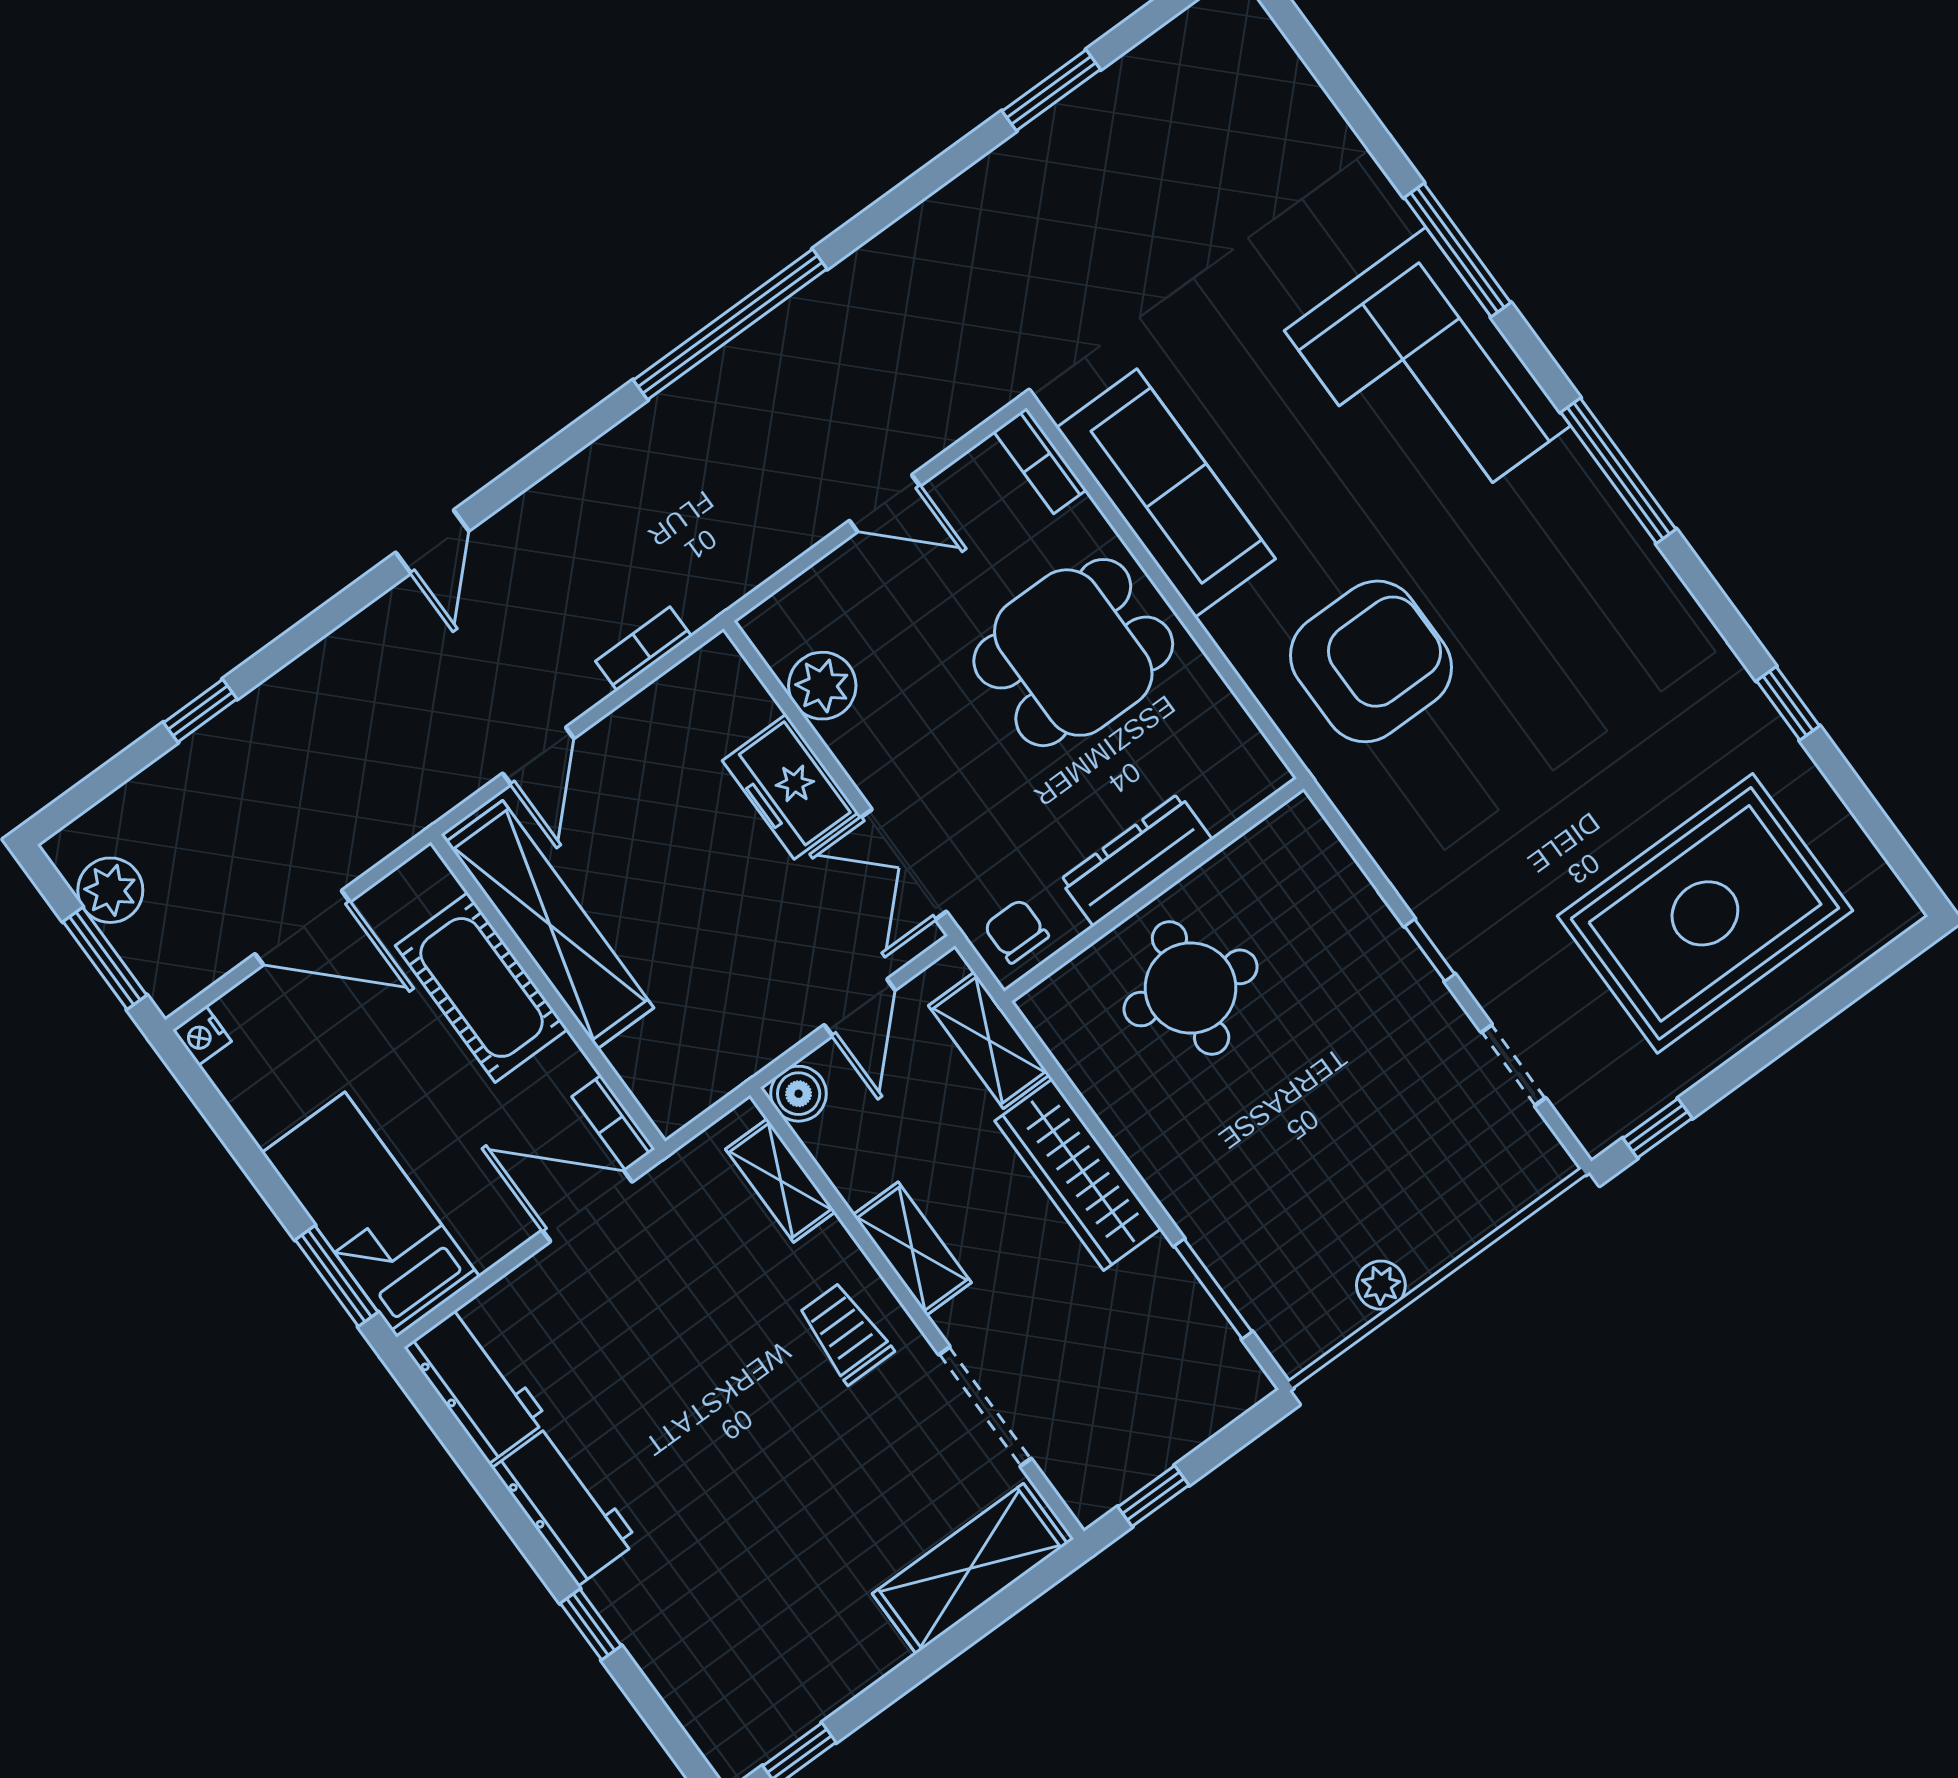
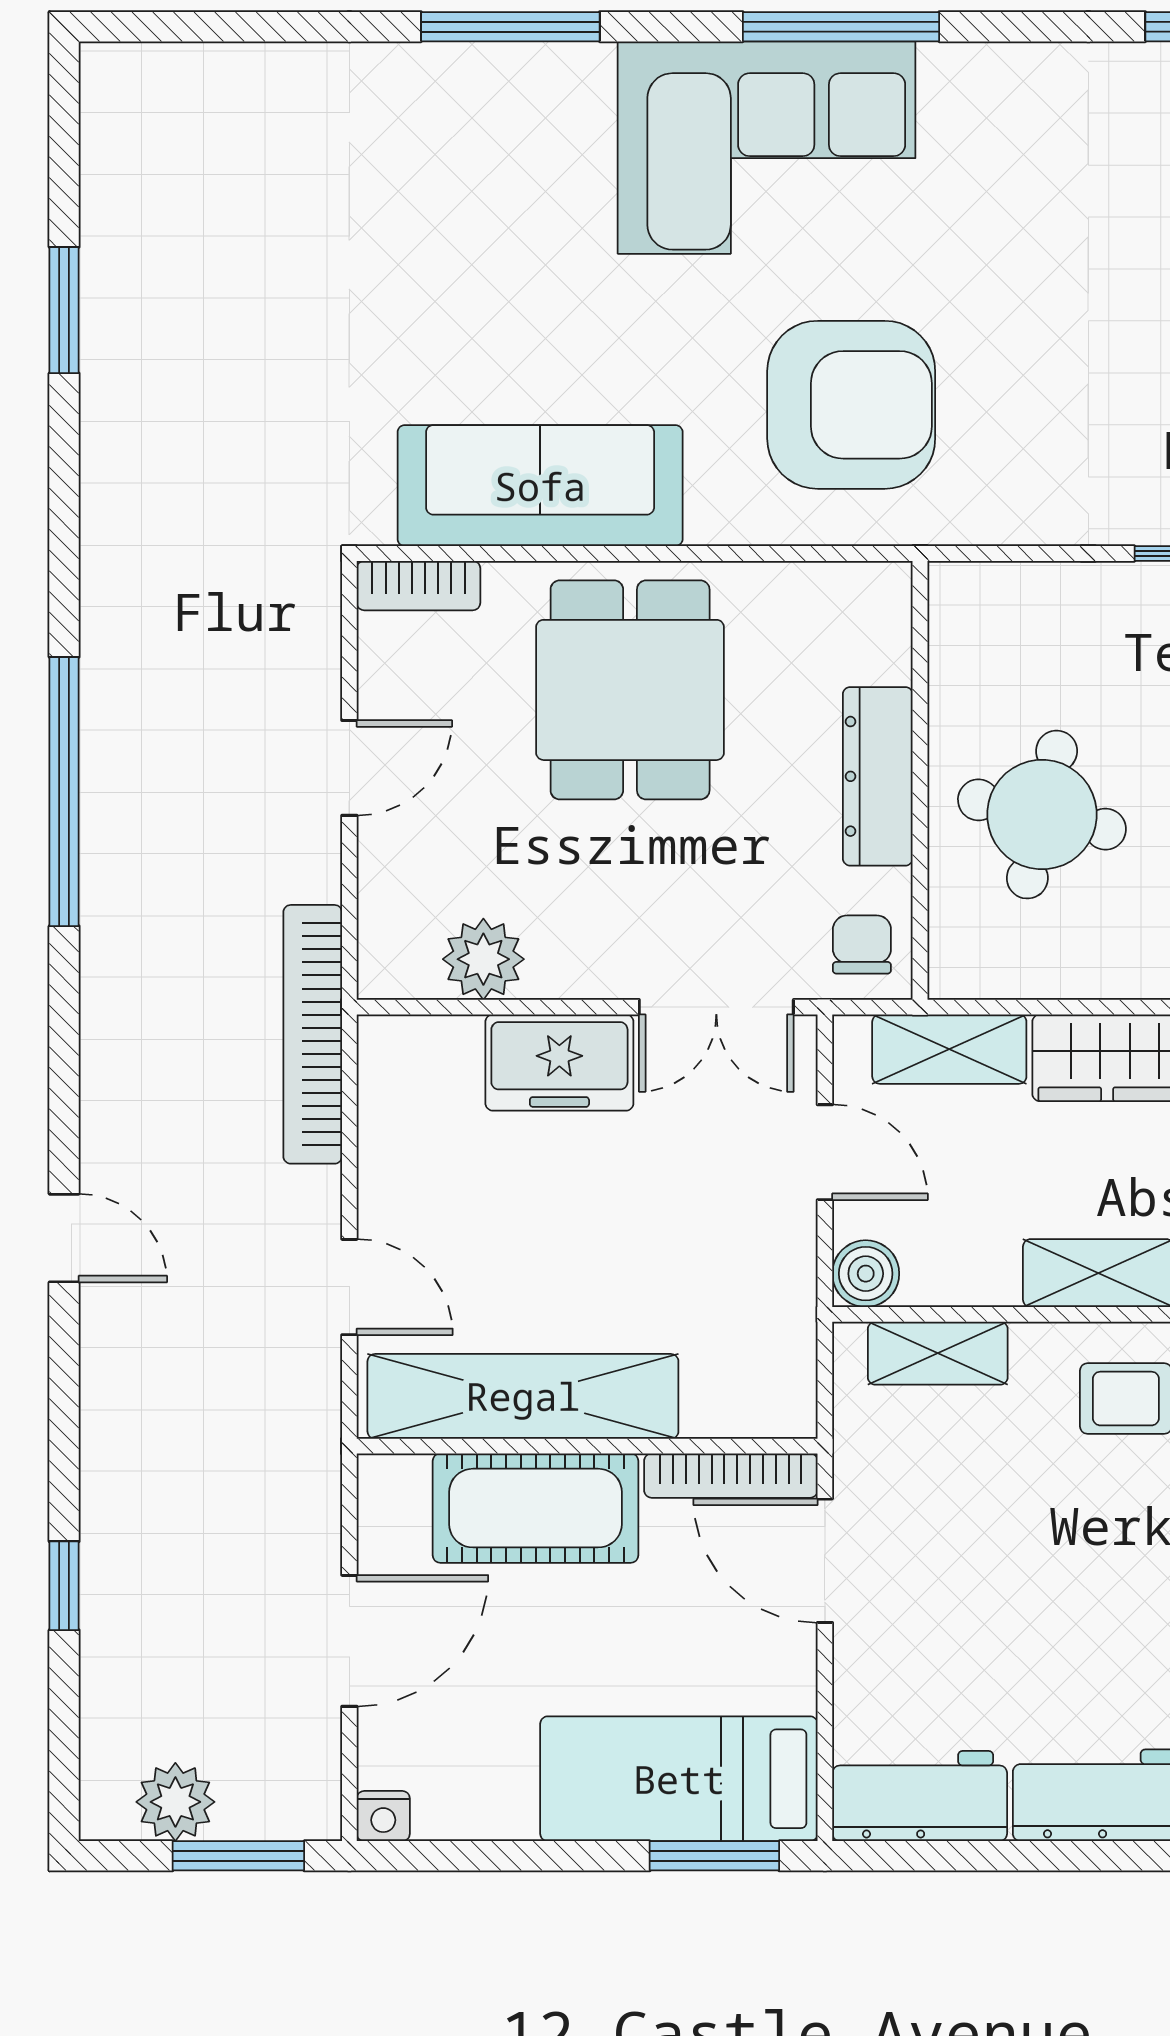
corner sofa: (1427, 378) -> (767, 148), moved
bookcase: (644, 649) -> (313, 1034), width x2.31, depth x1.31
armchair: (1371, 661) -> (851, 405), turned 90
chair: (1016, 931) -> (862, 944), turned 90
bookcase: (613, 1123) -> (731, 1476), width x1.56
door: (587, 1206) -> (825, 1561), hinge flipped

